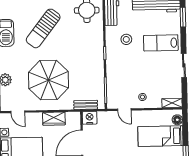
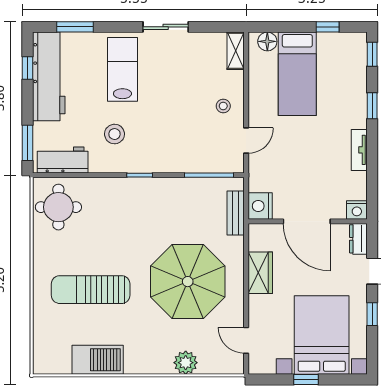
sun lounger: (43, 28) -> (91, 290), turned 142
lab bench: (161, 43) -> (122, 69), turned 180
door: (18, 112) -> (246, 340), swing flipped

